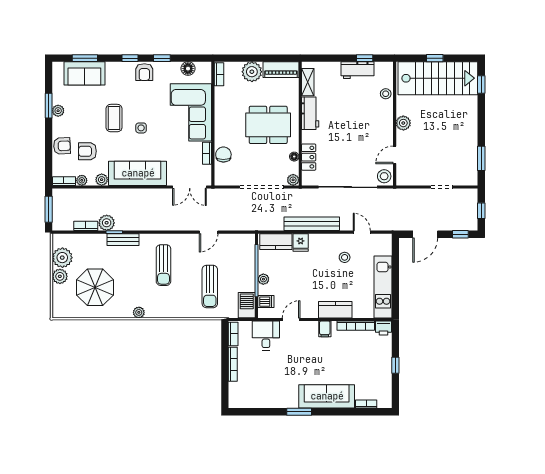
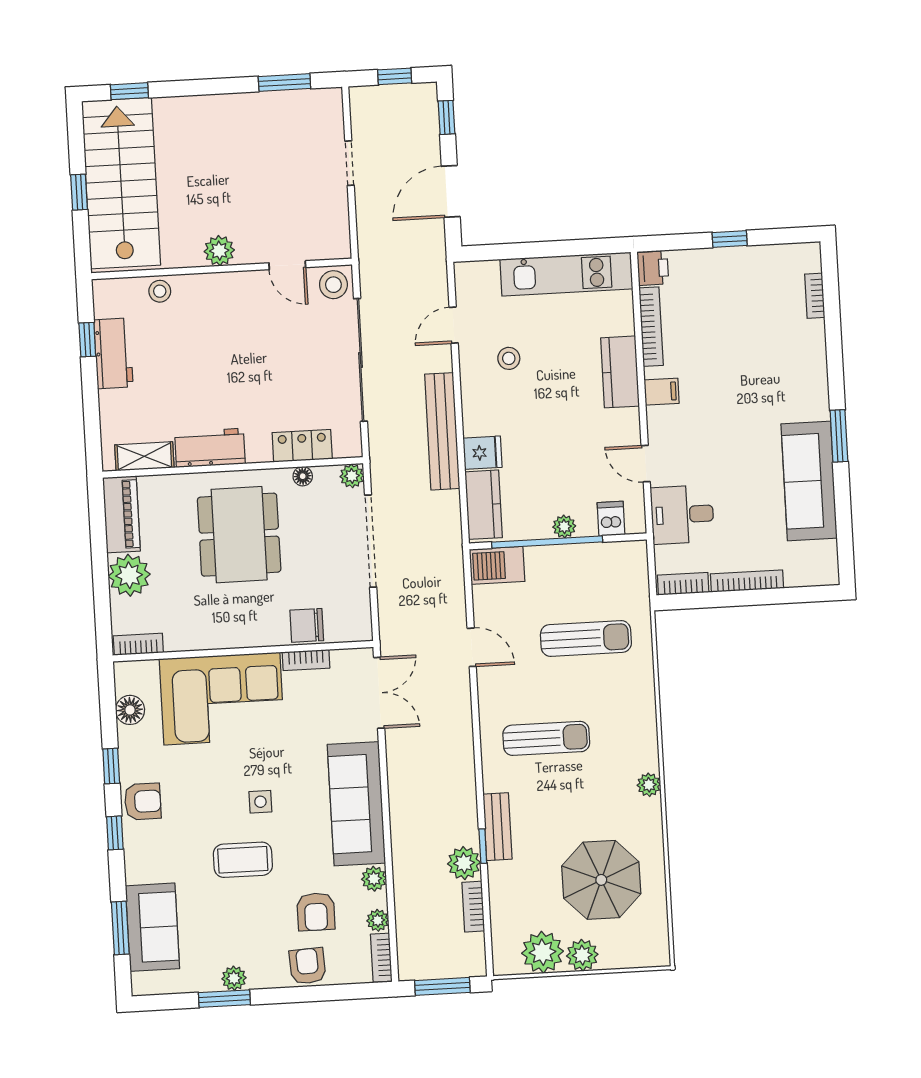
door: (425, 234) -> (451, 191), swing flipped
barbecue: (247, 305) -> (497, 565), moved
sofa: (327, 396) -> (809, 481), moved

